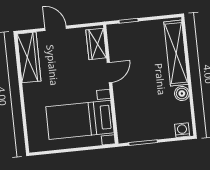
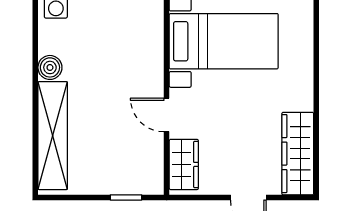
door: (109, 72) -> (167, 115), hinge flipped

